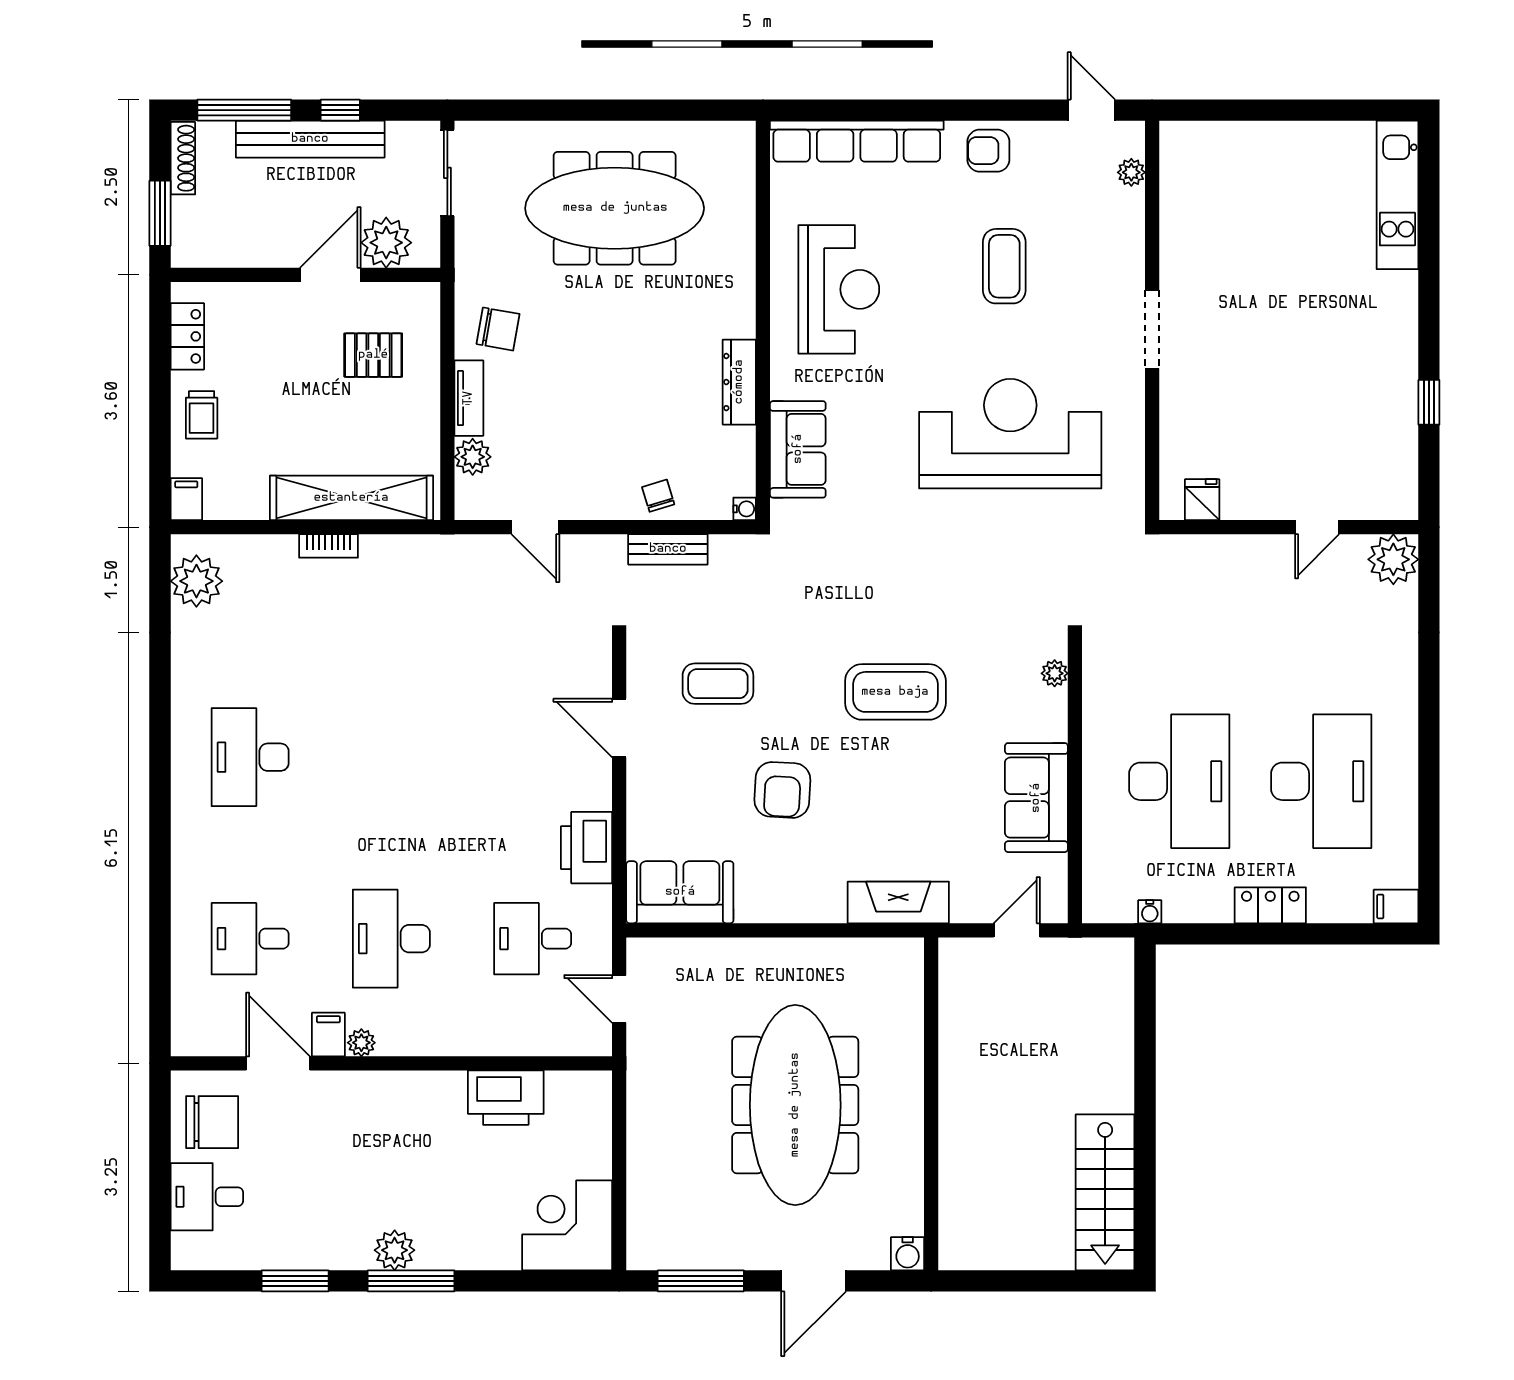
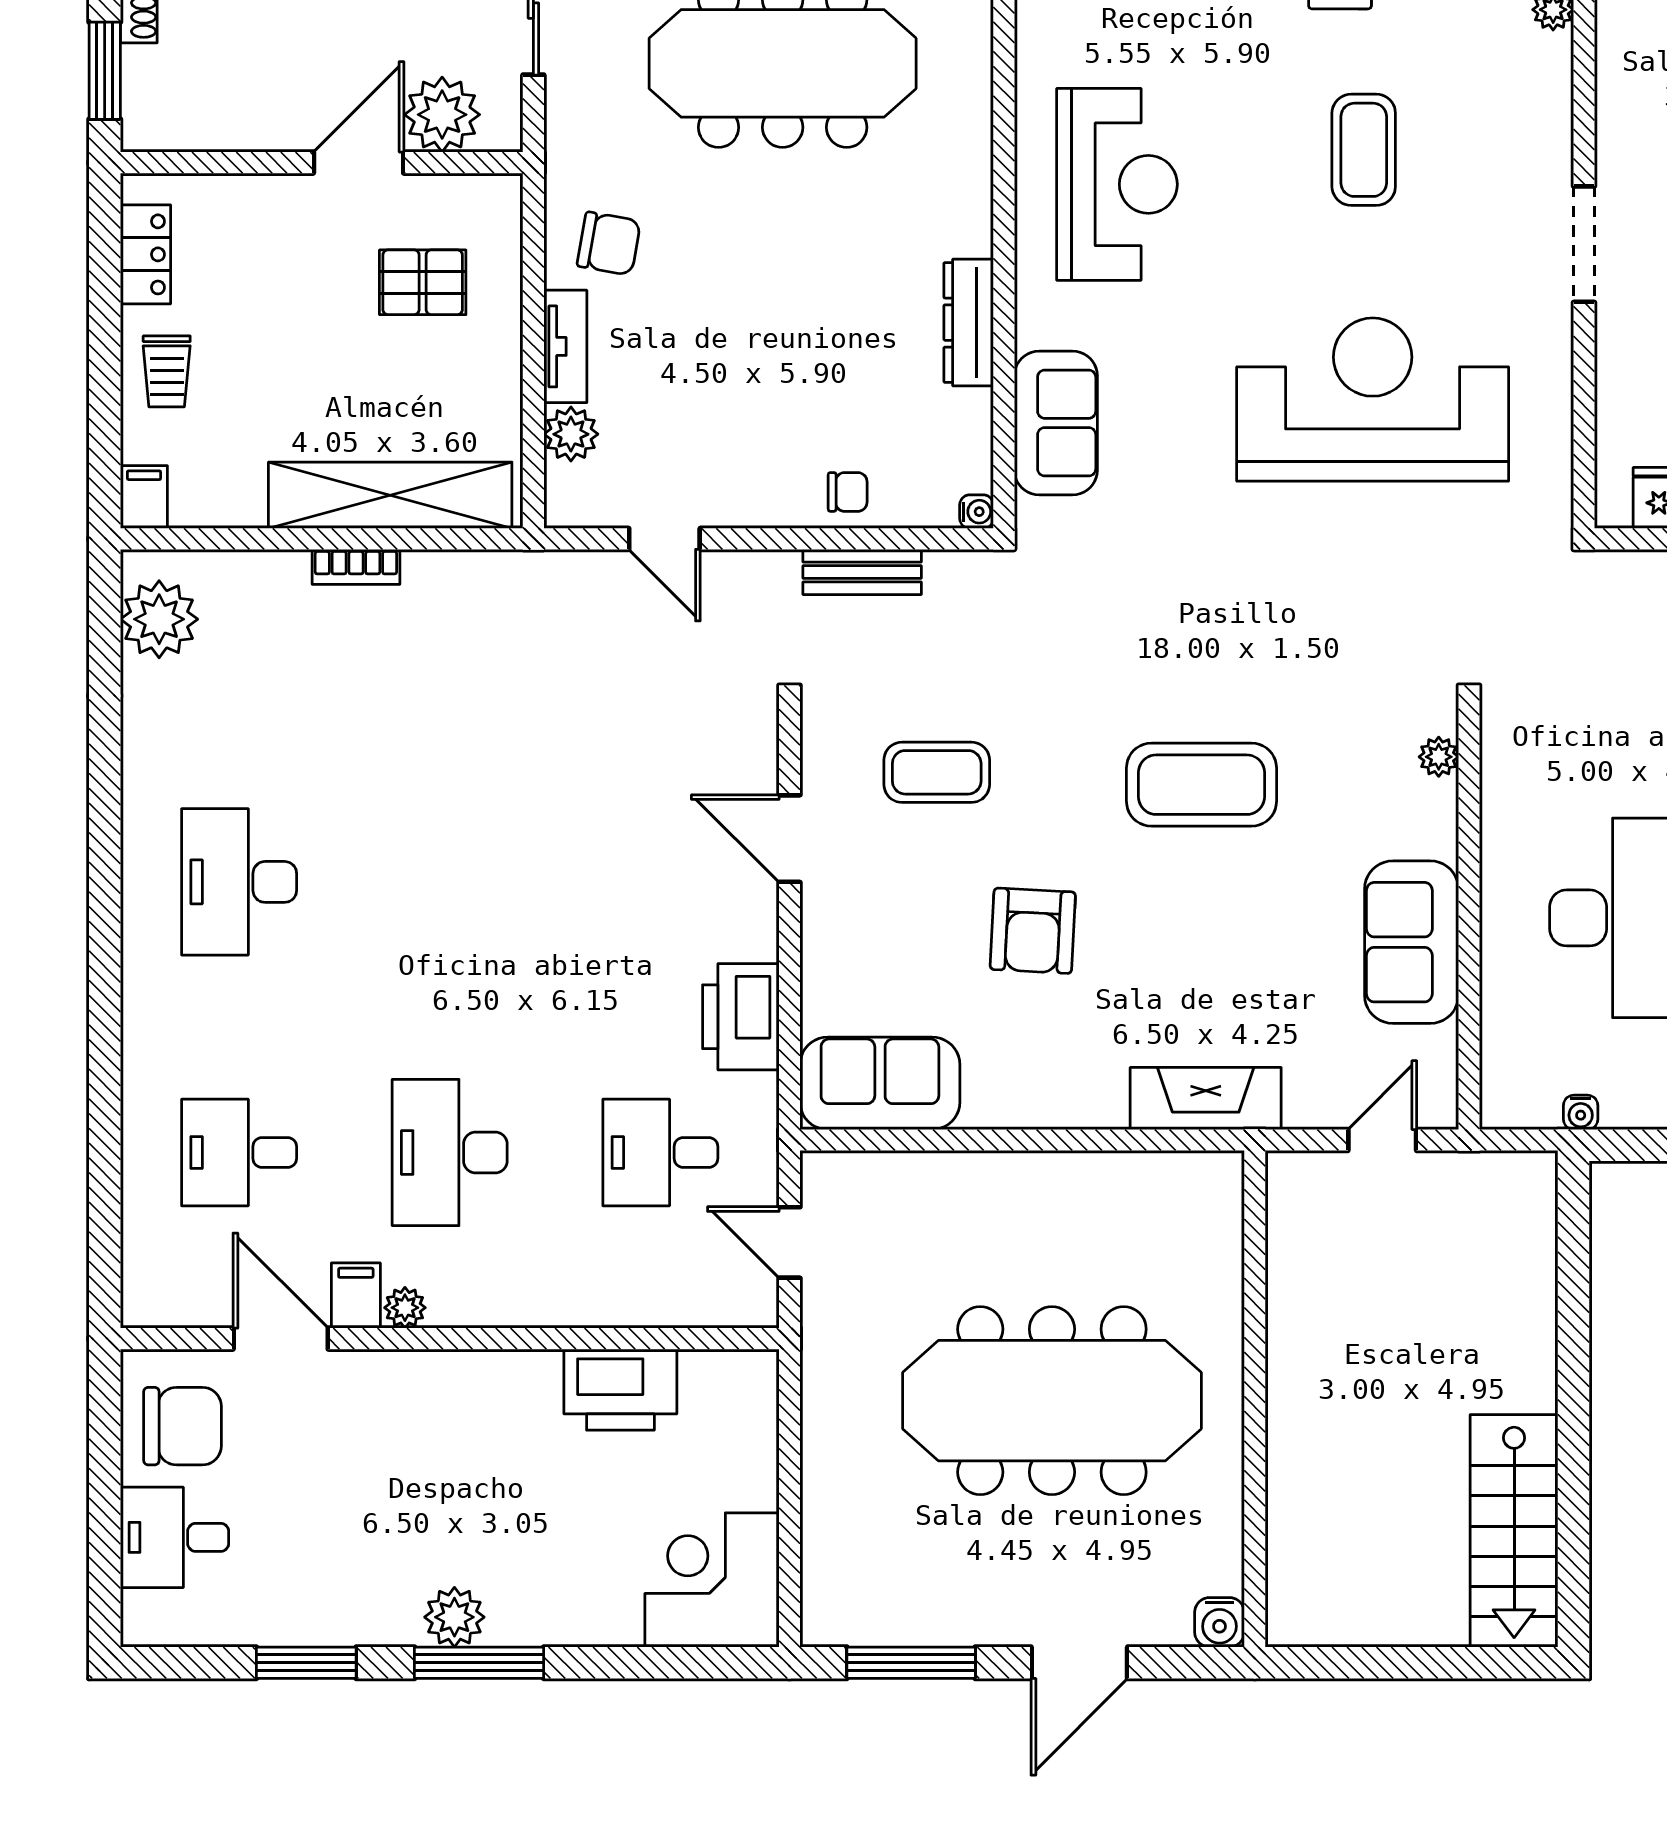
chair: (658, 496) -> (848, 492), turned 107
meeting table: (795, 1105) -> (1052, 1401), turned 90

